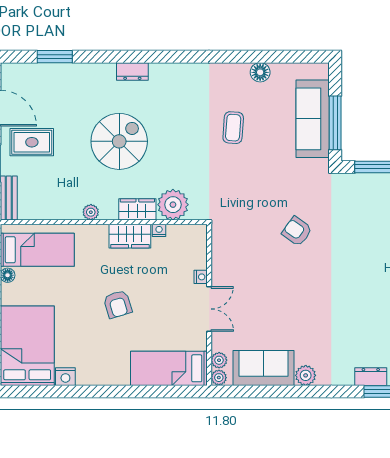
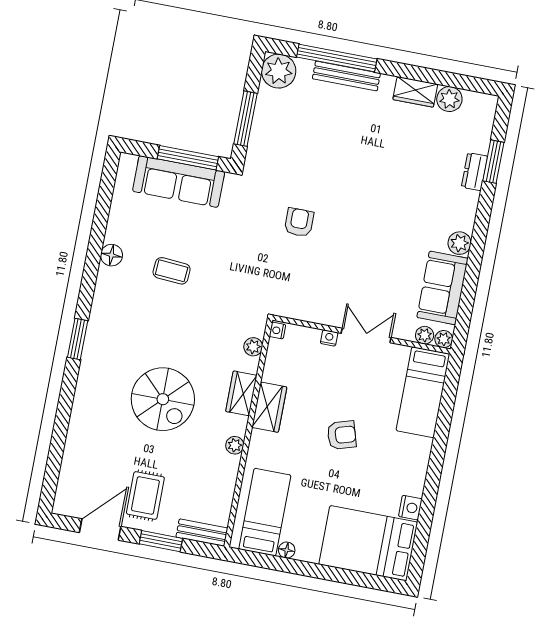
window: (55, 57) -> (78, 339), moved
dresser: (132, 71) -> (89, 370), removed
floor lamp: (260, 72) -> (111, 255), moved
spiral stairs: (119, 141) -> (163, 399), turned 180
plant: (173, 205) -> (253, 347), width x0.53, depth x0.53
nightstand: (159, 230) -> (277, 331), moved
armchair: (297, 231) -> (299, 222), turned 144

